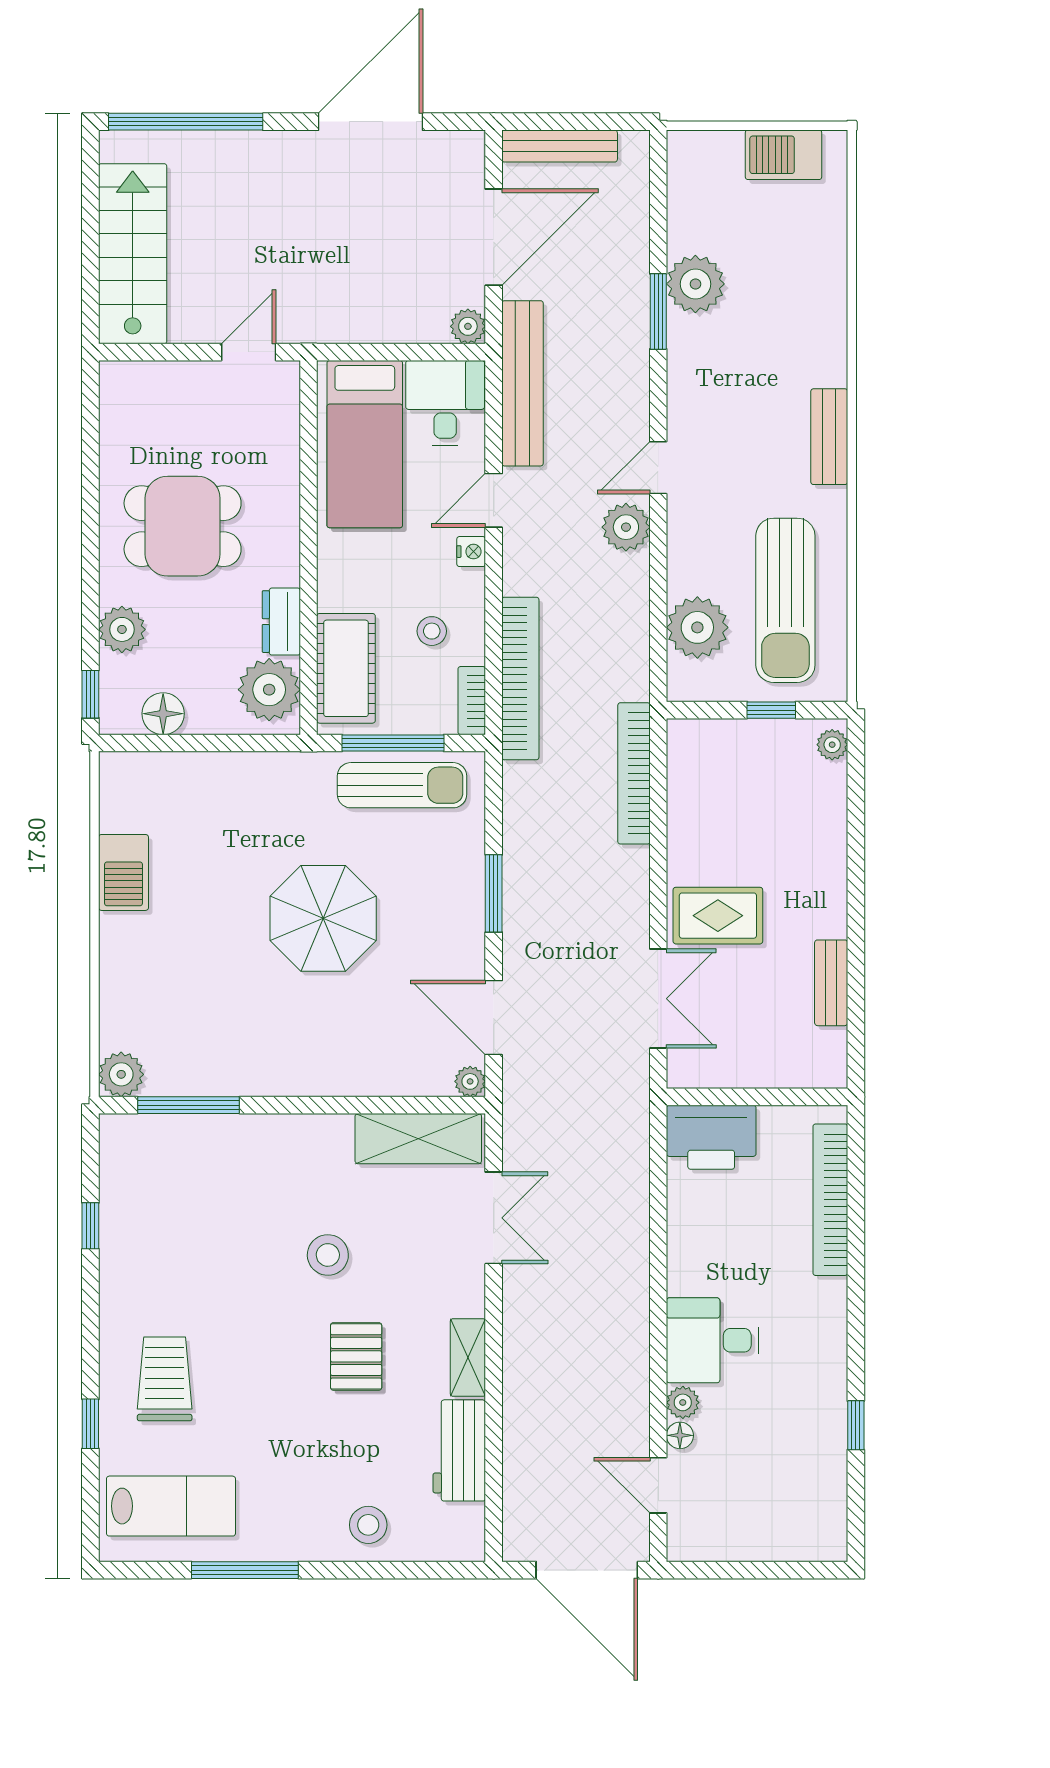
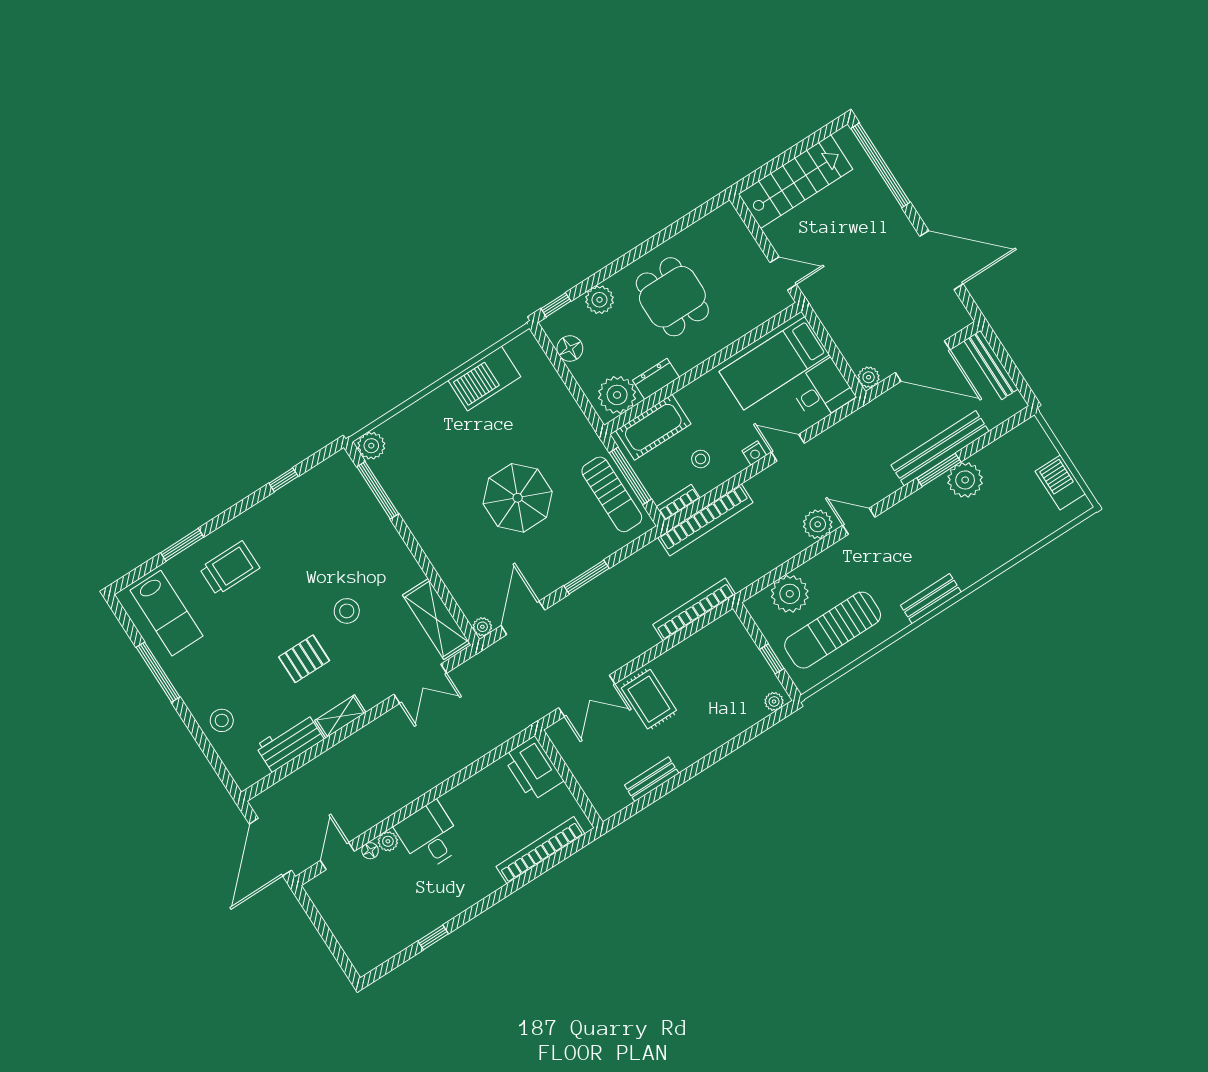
bench: (522, 383) -> (940, 448), moved
barbecue: (124, 872) -> (484, 378), width x1.37, depth x1.21
window: (90, 1424) -> (182, 545), width x1.50

